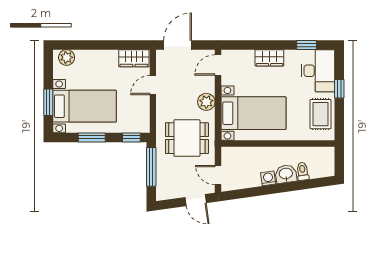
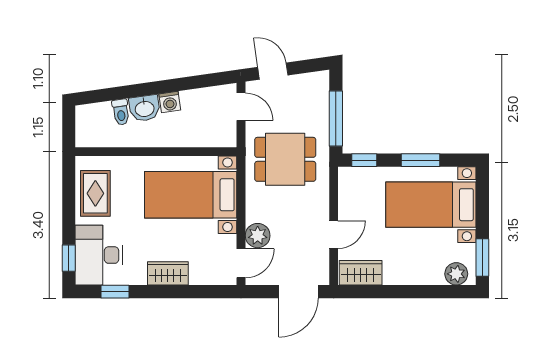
window: (339, 89) -> (69, 258), moved
window: (48, 102) -> (482, 257), moved
plant: (206, 102) -> (258, 236), moved

